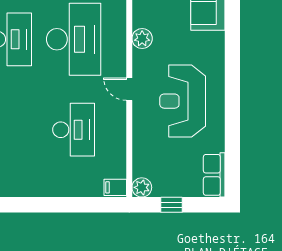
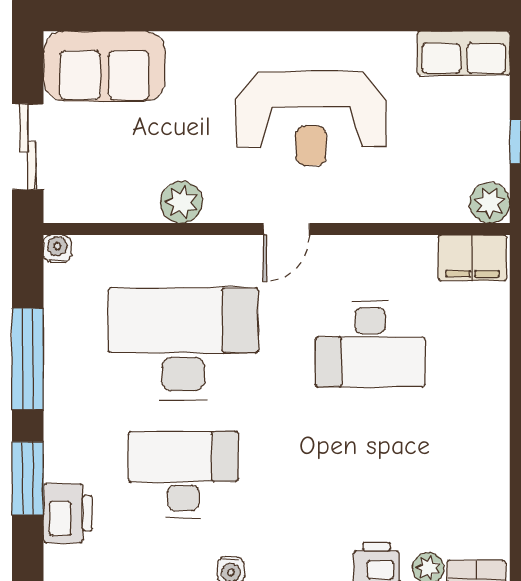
desk: (74, 130) -> (370, 344), turned 180
filing cabinet: (115, 187) -> (473, 258), width x2.00

